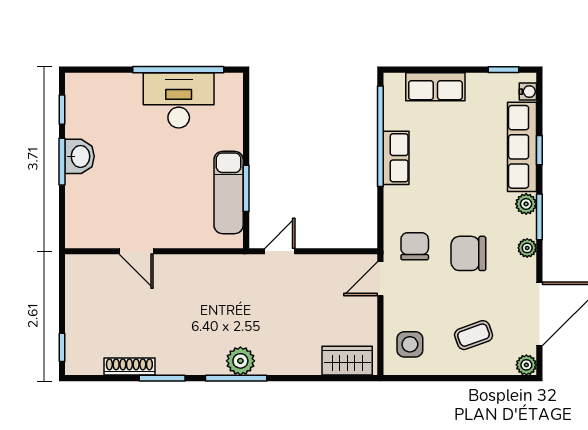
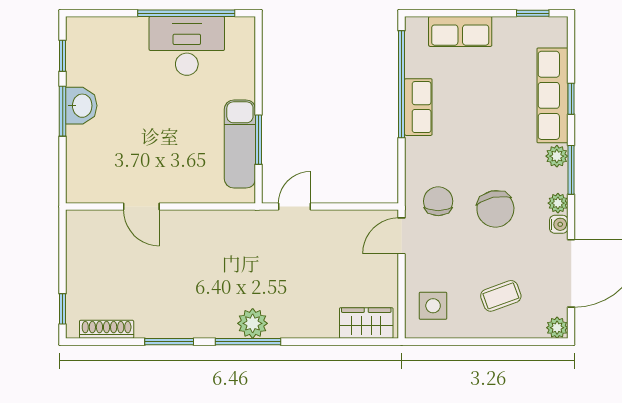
water cooler: (528, 92) -> (559, 224), moved
chair: (468, 253) -> (495, 209), turned -102
shoe rack: (129, 366) -> (107, 329), moved

